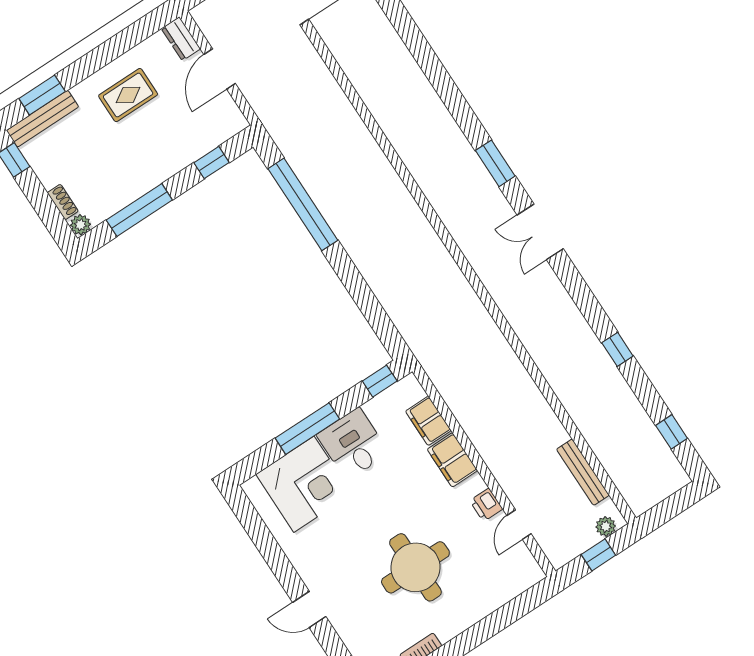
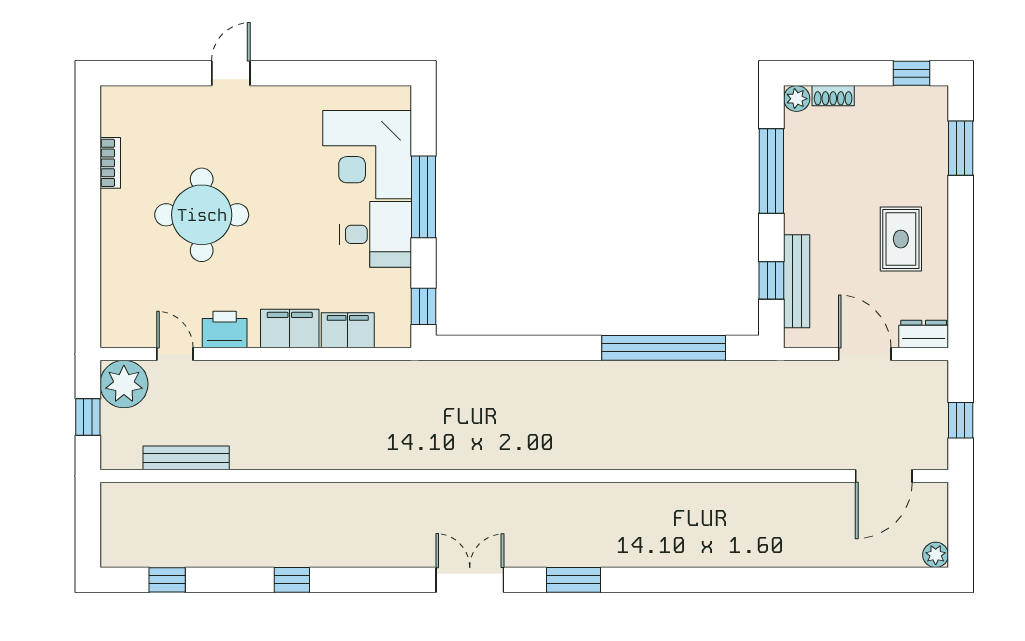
bench: (42, 119) -> (797, 281), moved
printer: (486, 505) -> (225, 329), width x1.36, depth x1.24
plant: (606, 526) -> (124, 384), moved, width x1.88, depth x1.88

